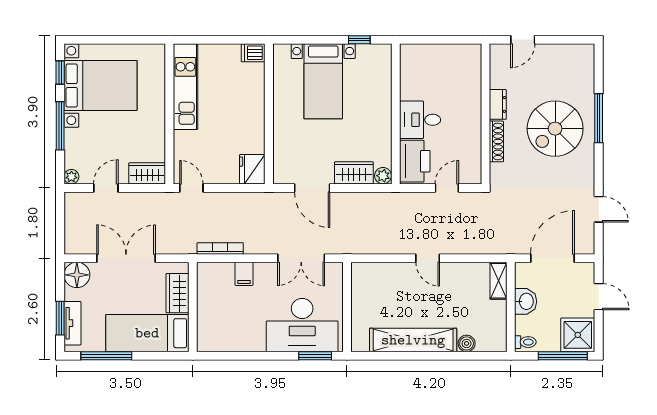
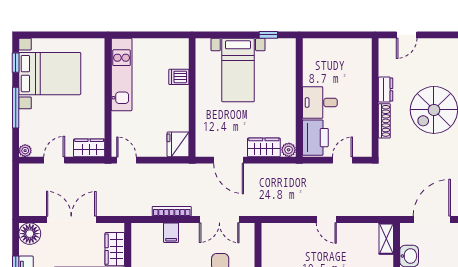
dishwasher: (253, 53) -> (179, 77), moved
bookcase: (220, 248) -> (172, 211), moved

